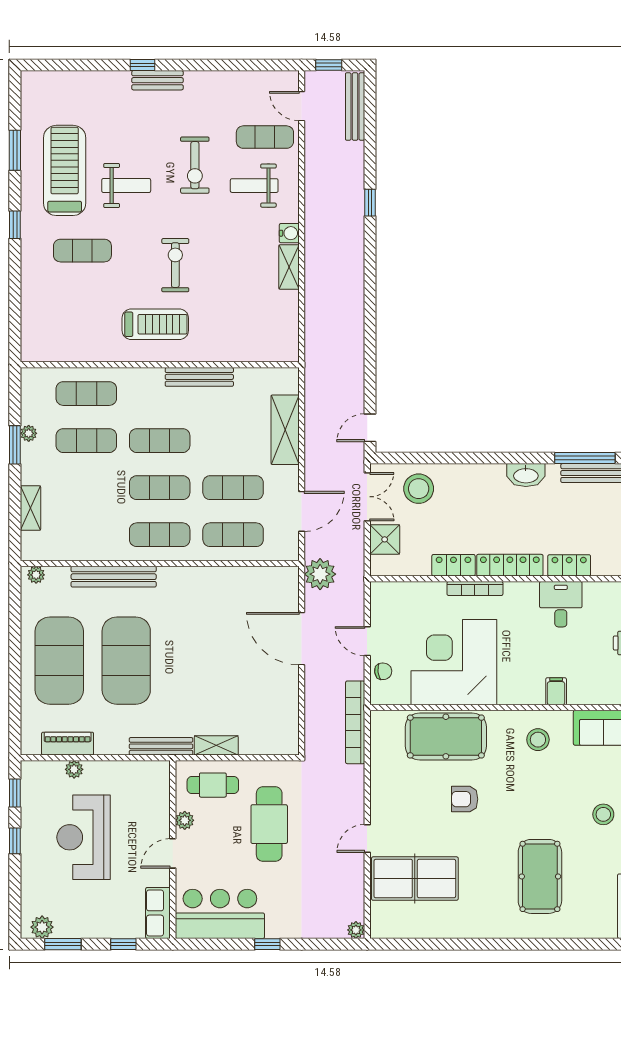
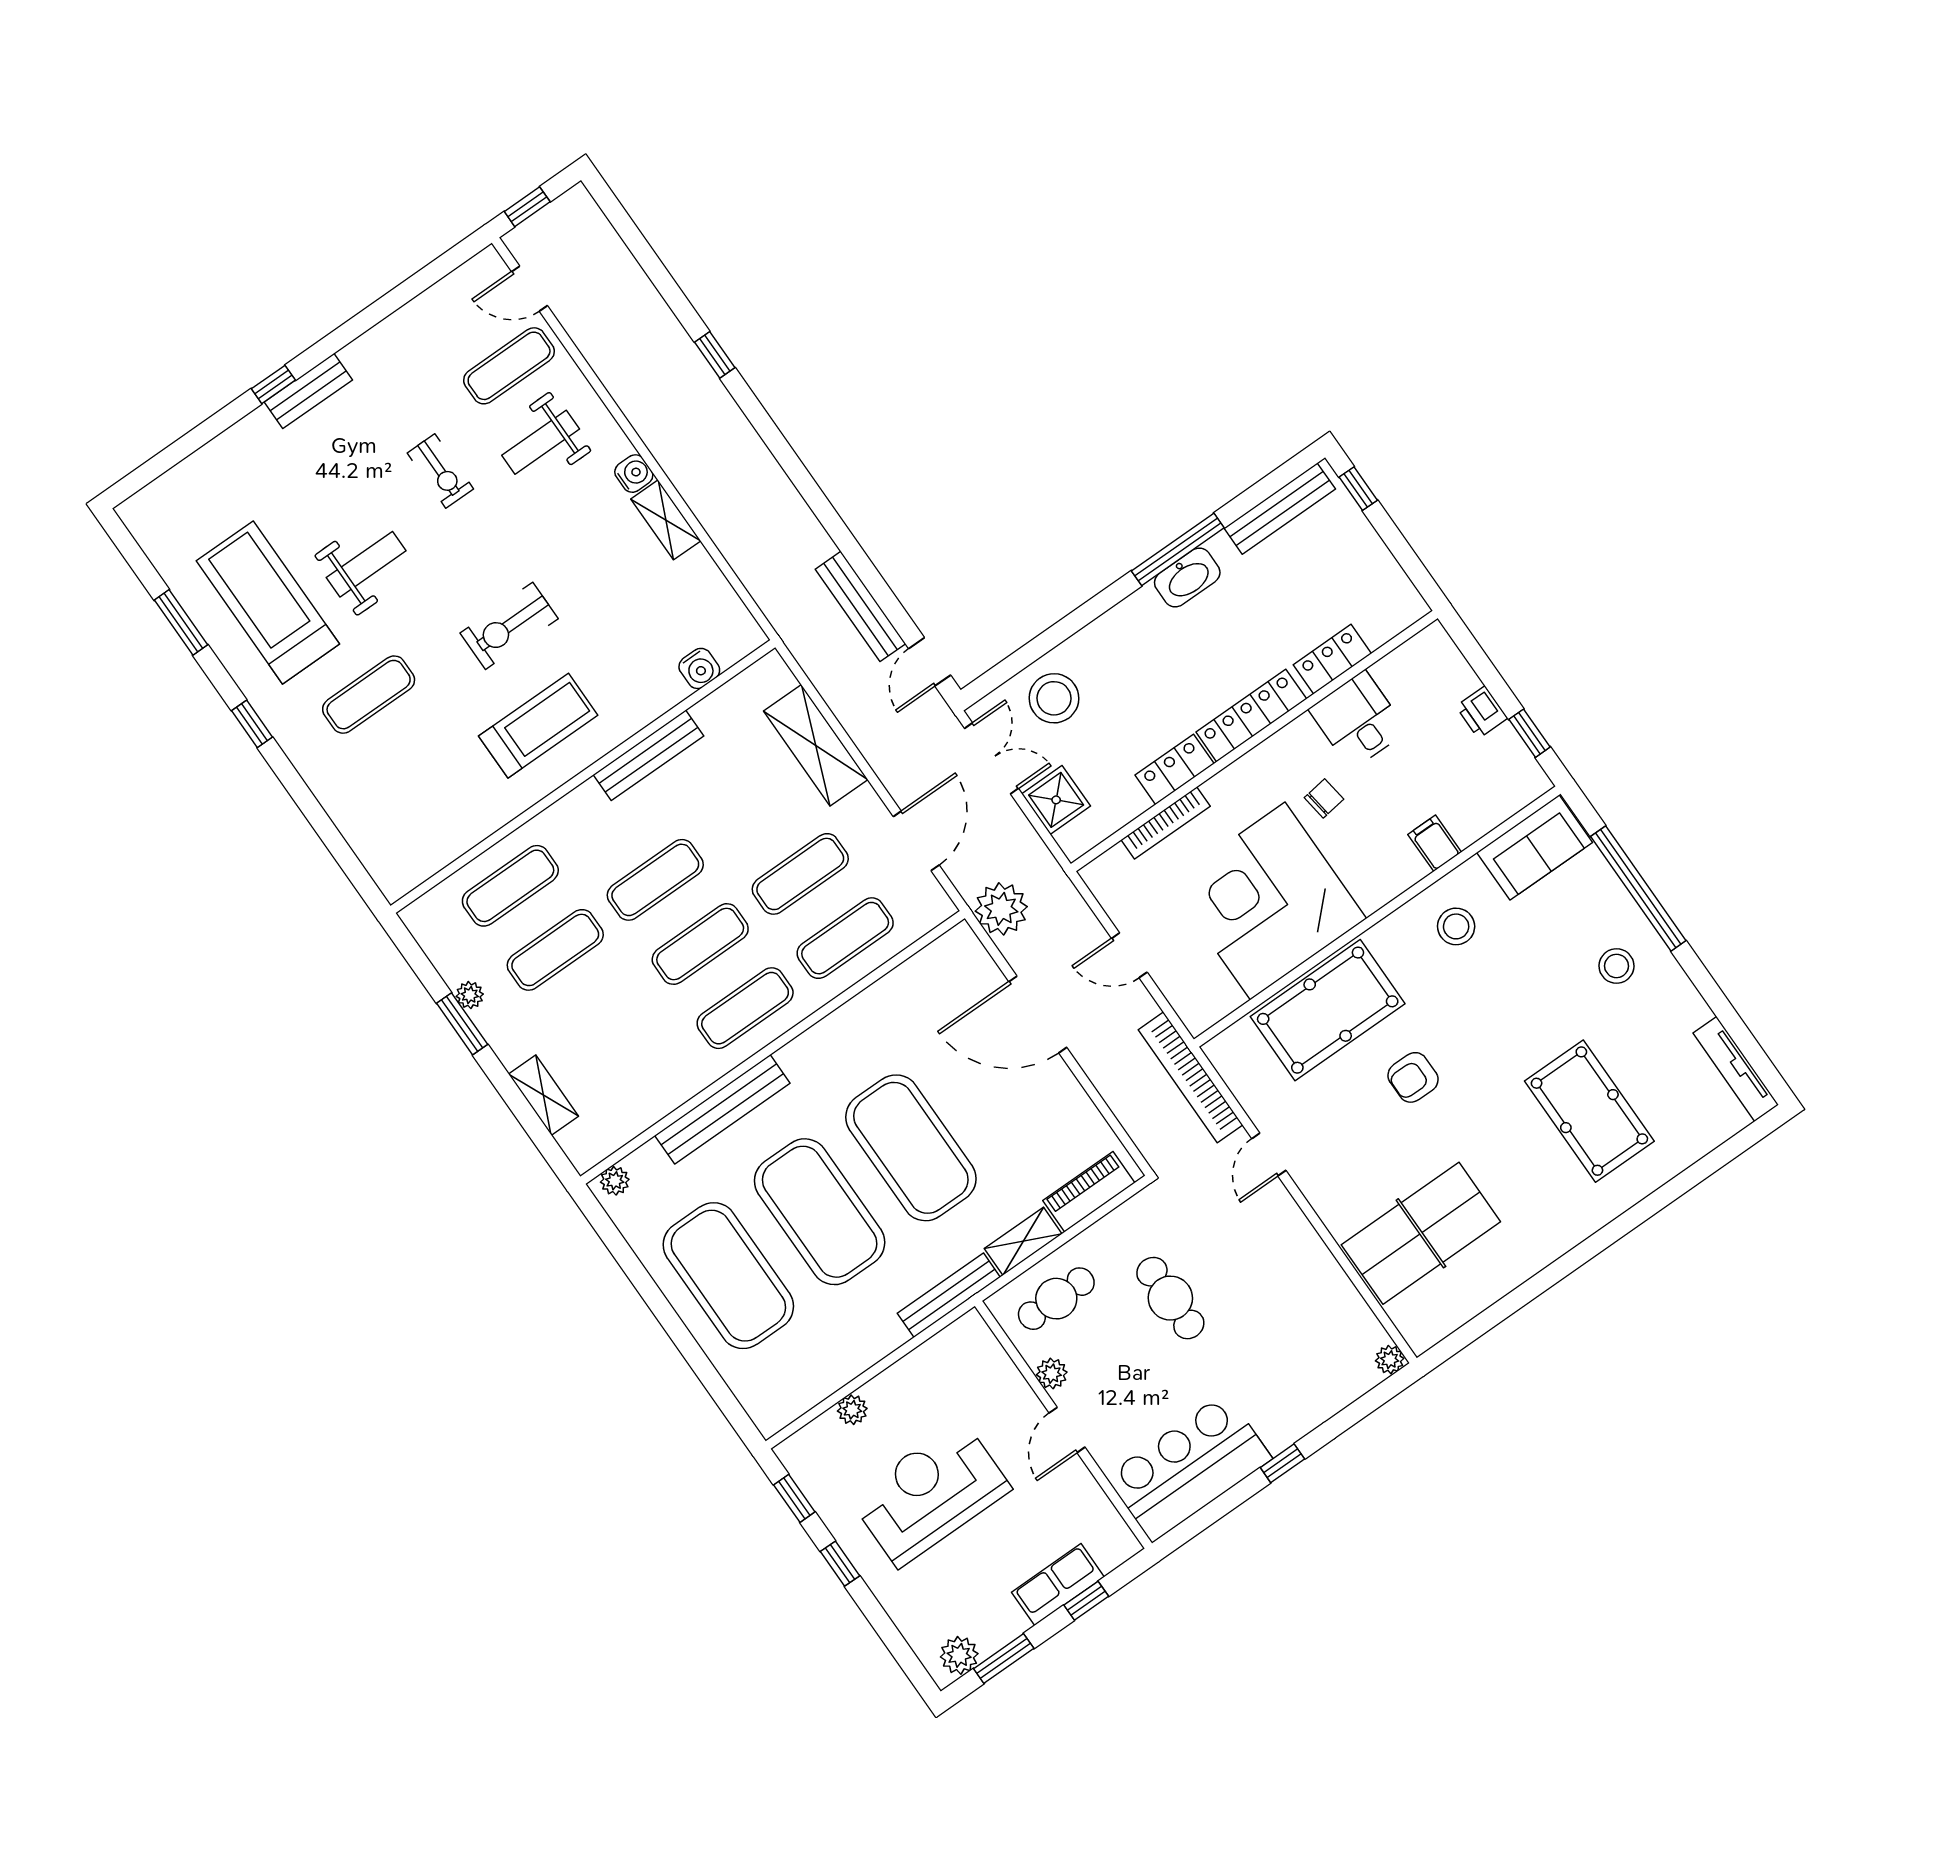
bench: (355, 107) -> (861, 606), moved
exercise bike: (195, 165) -> (440, 471), width x0.73, depth x0.72
exercise bike: (175, 265) -> (509, 626), turned -90
water cooler: (254, 352) -> (699, 668), added
window: (585, 458) -> (1178, 549), moved
bookcase: (475, 588) -> (1166, 823), moved
exercise mat: (193, 661) -> (911, 1148), added
chair: (383, 671) -> (1324, 798), moved
piano: (68, 744) -> (1089, 1192), moved
cafe table: (269, 824) -> (1170, 1298), width x0.73, depth x0.74
reception desk: (84, 837) -> (930, 1493), turned 90
door: (367, 838) -> (1269, 1154), moved
row of seats: (158, 913) -> (1058, 1585), moved, turned 90

